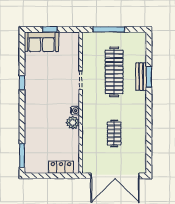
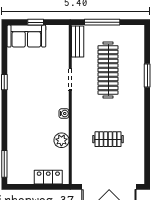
bench: (141, 77) -> (78, 42), moved
plant: (73, 123) -> (61, 140), moved
clothes rail: (114, 133) -> (108, 139), turned 90

